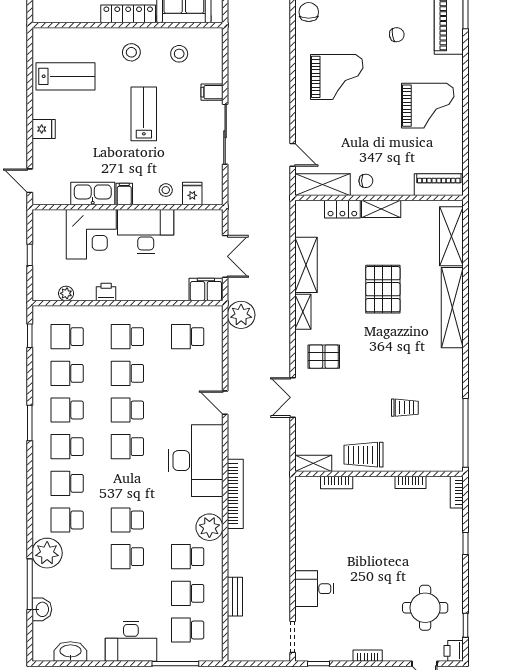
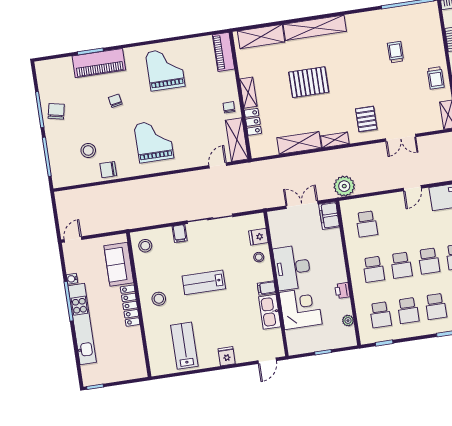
stool: (179, 54) -> (145, 246), moved
trolley: (363, 455) -> (436, 78), width x0.73, depth x0.72

